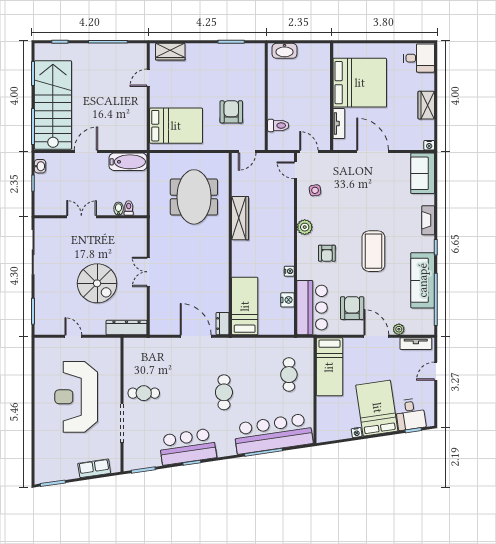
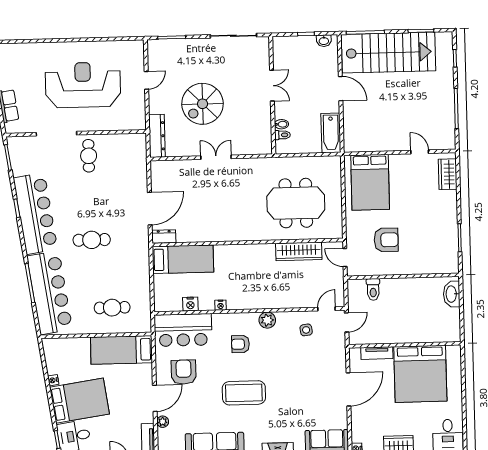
wardrobe: (240, 218) -> (299, 251), moved
armchair: (352, 308) -> (184, 372), turned -90
bar counter: (188, 447) -> (35, 214), width x1.36

